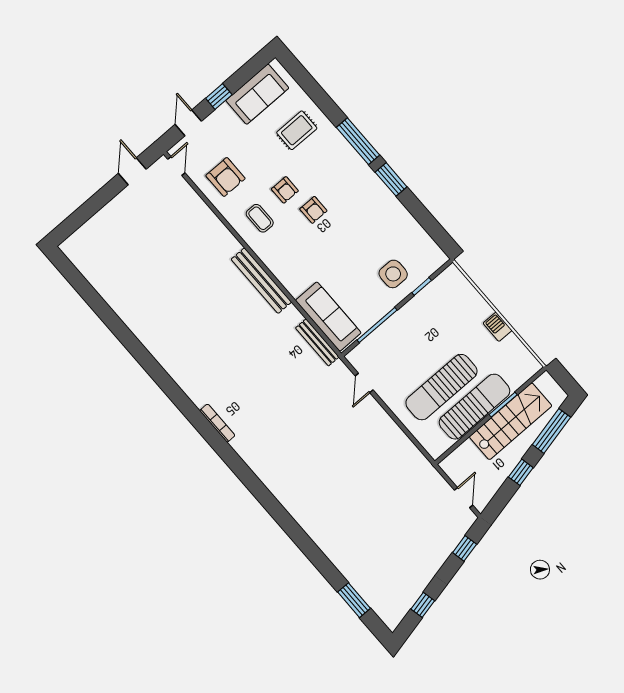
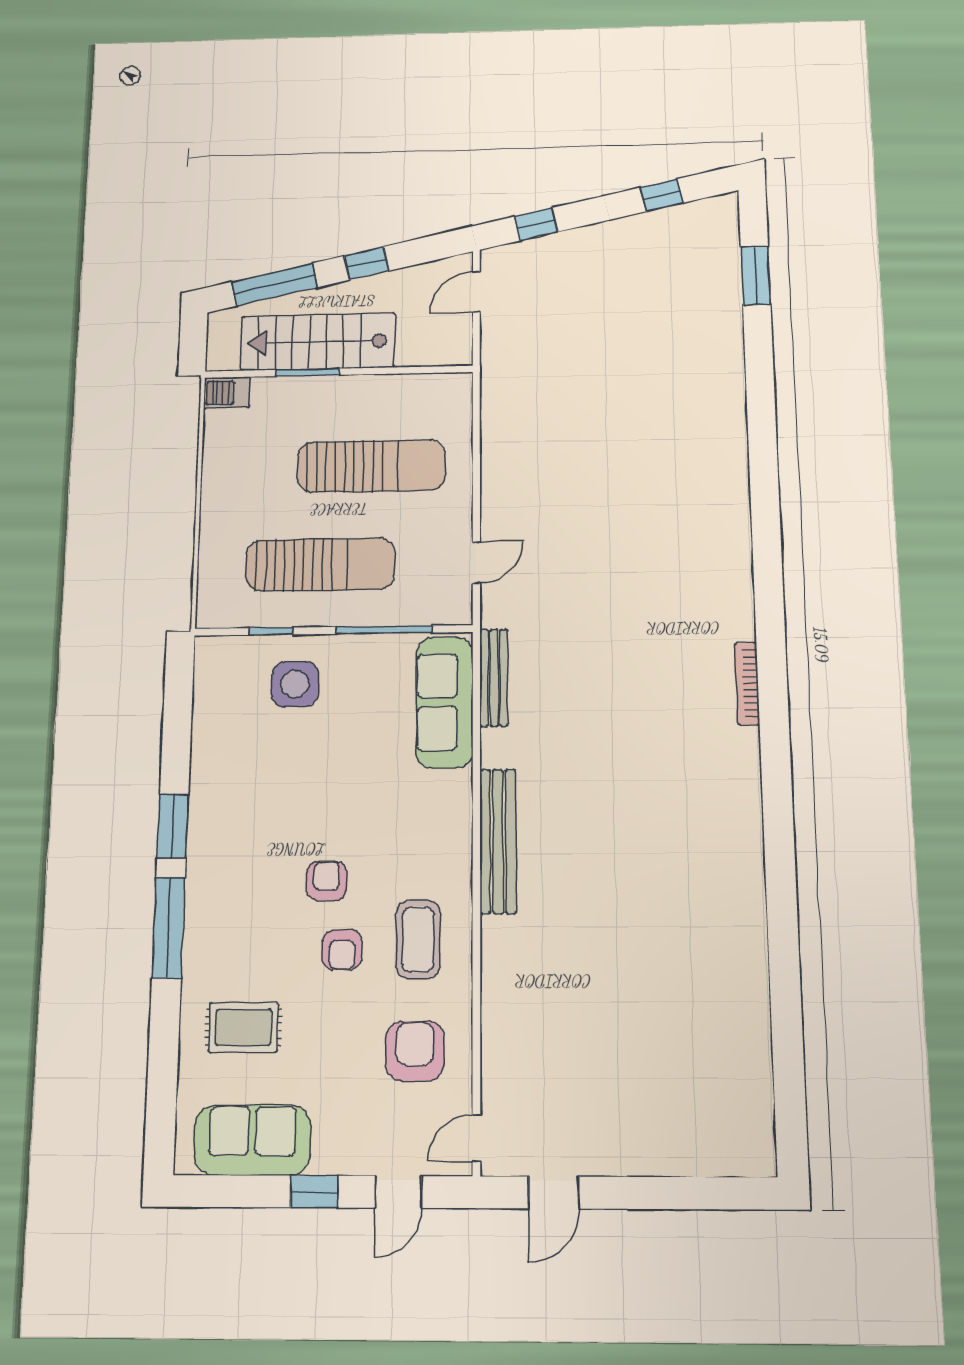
armchair: (285, 190) -> (342, 950), turned 180
coffee table: (260, 218) -> (418, 939), width x1.36, depth x1.30
barbecue: (498, 327) -> (227, 393), moved, turned 90
sun lounger: (475, 407) -> (320, 565), moved, turned 180

